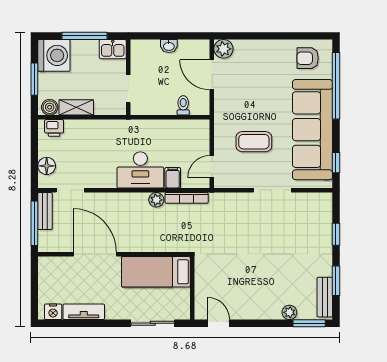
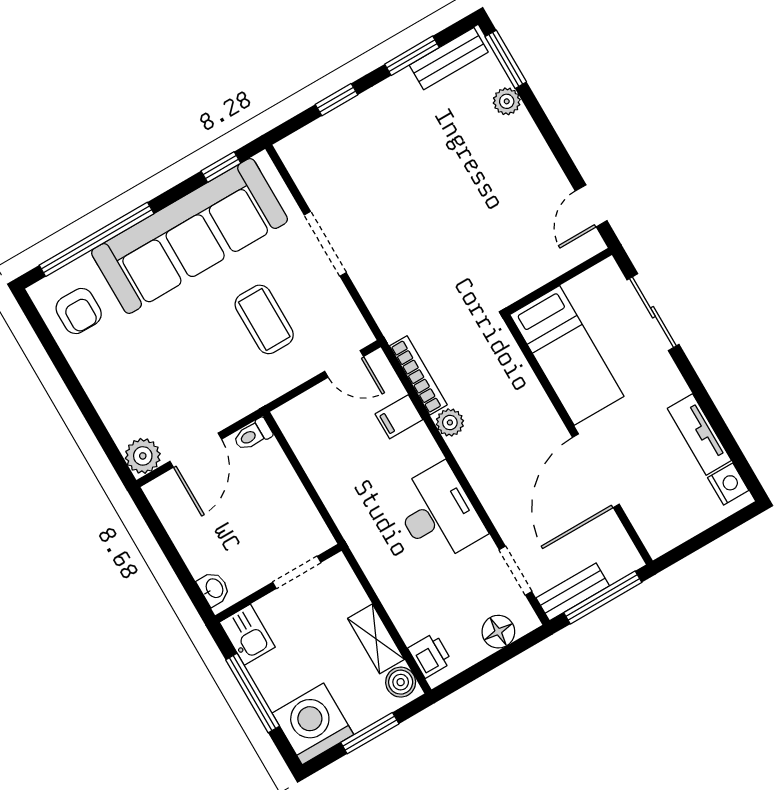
washbasin: (169, 46) -> (214, 589), moved
toilet: (183, 105) -> (253, 435), moved
desk: (140, 170) -> (438, 513), moved

